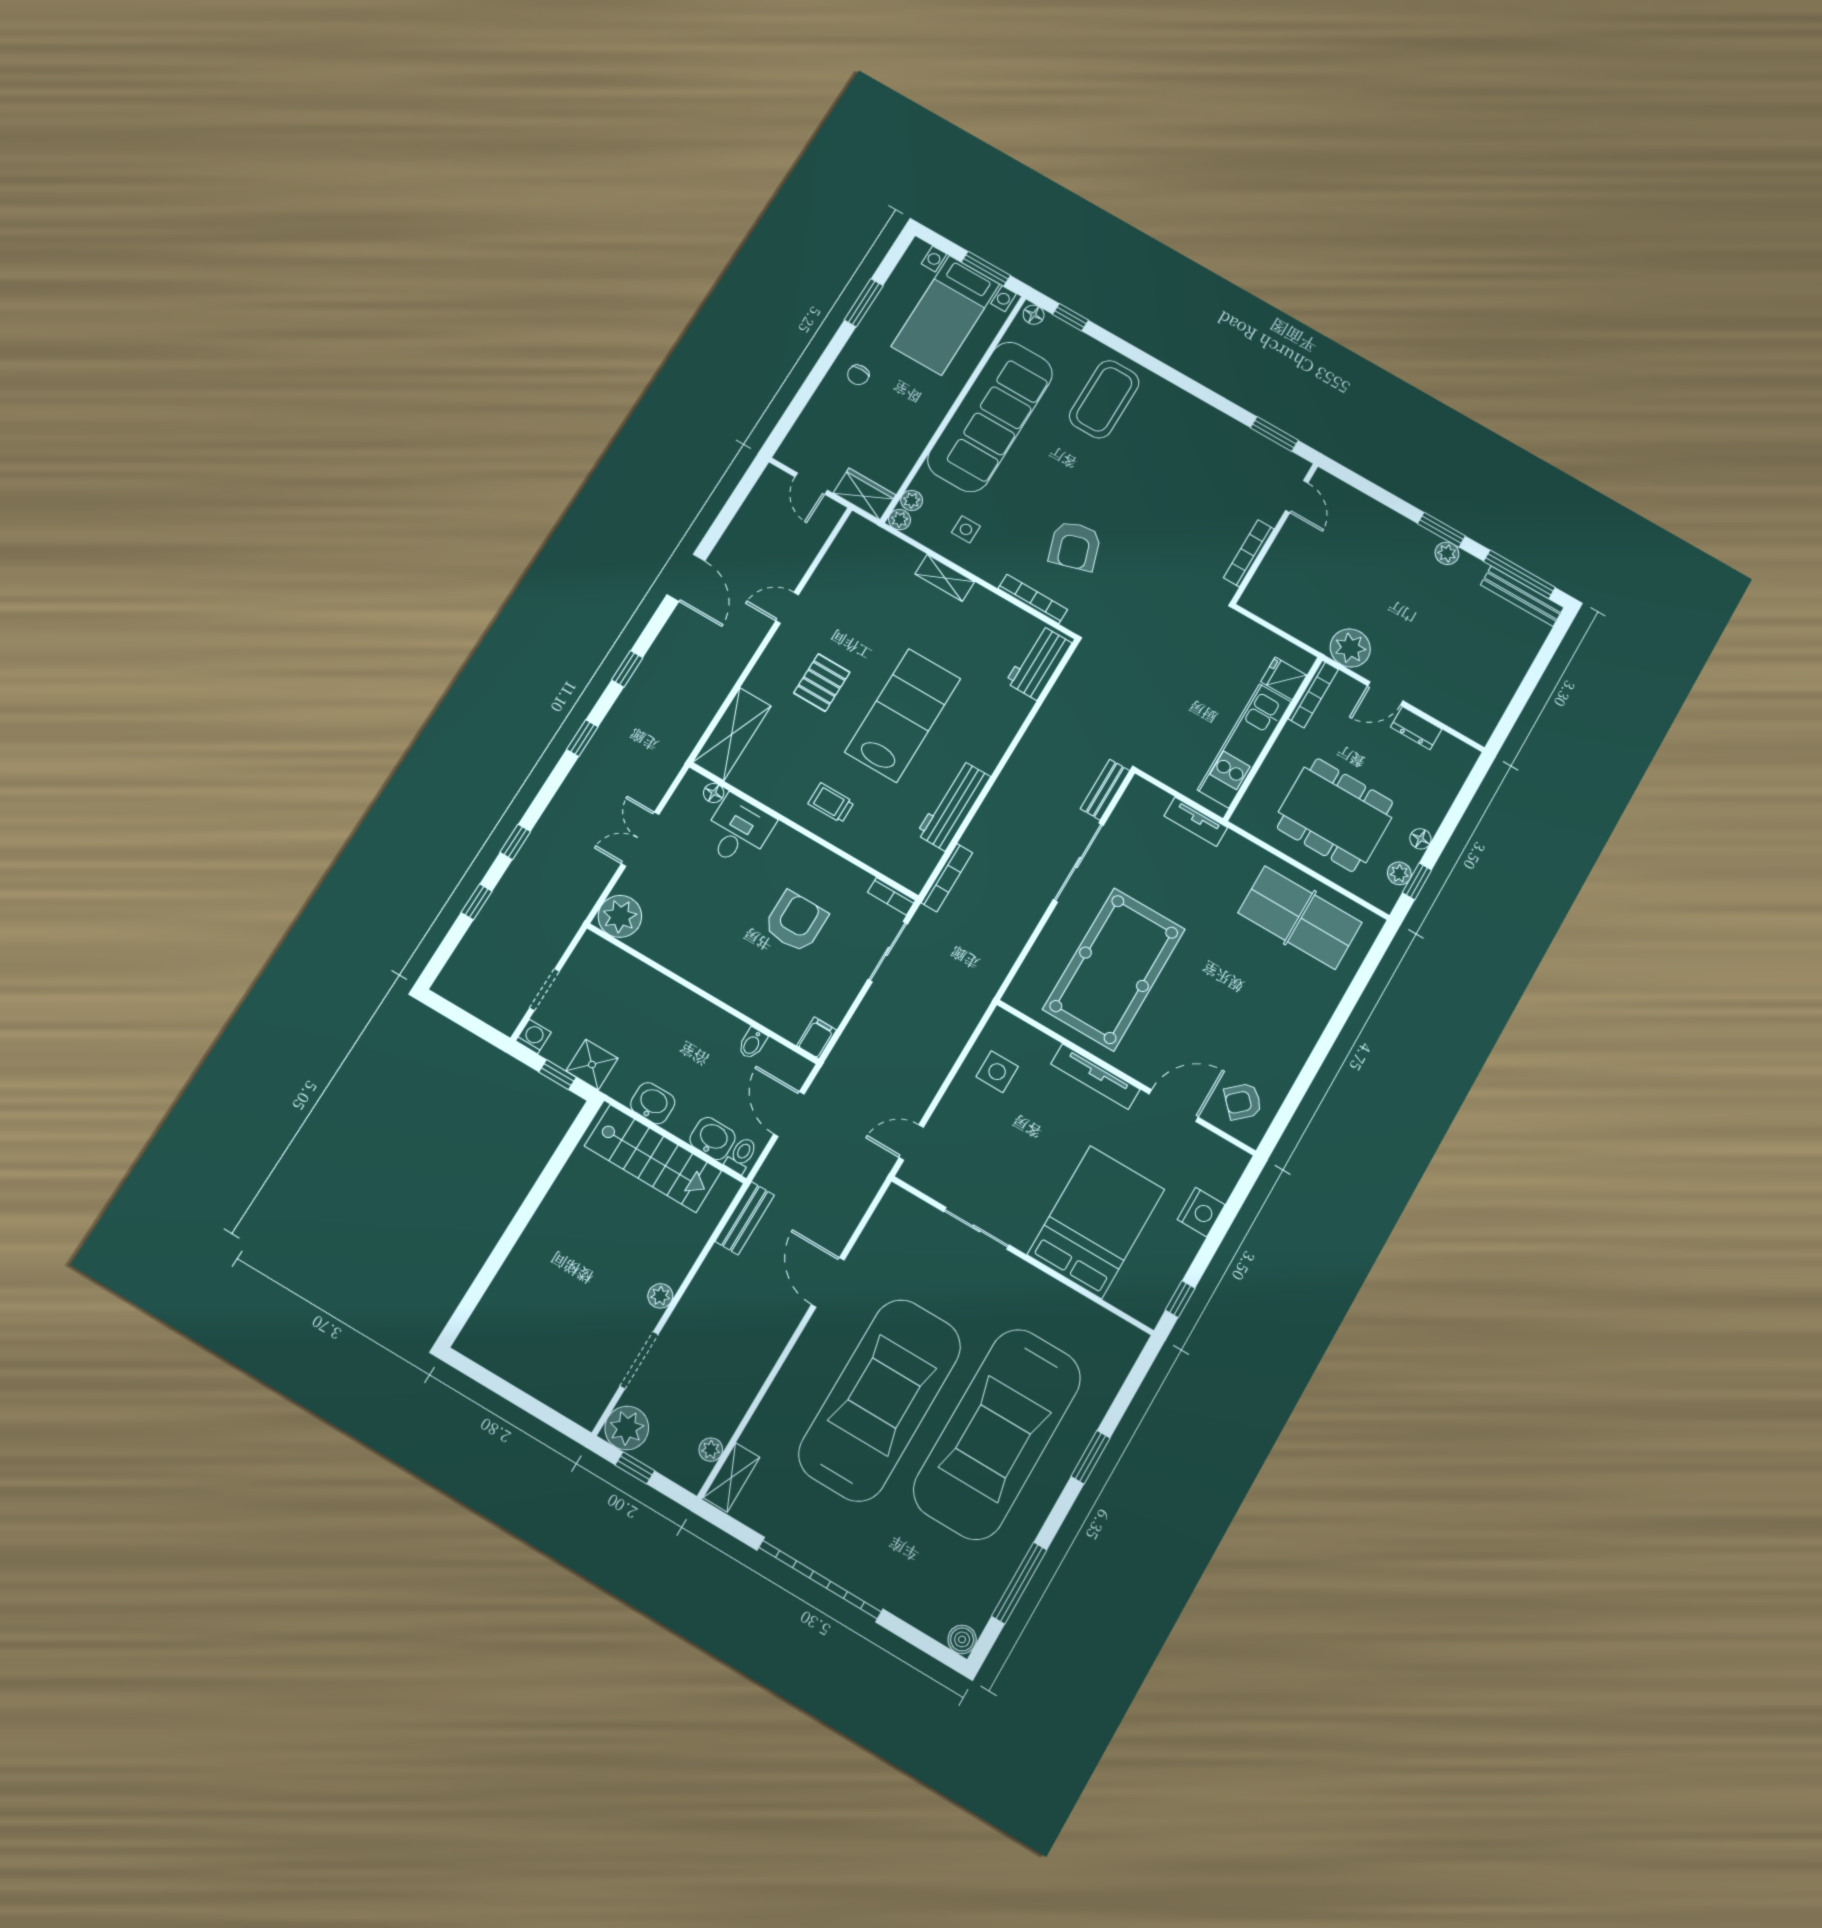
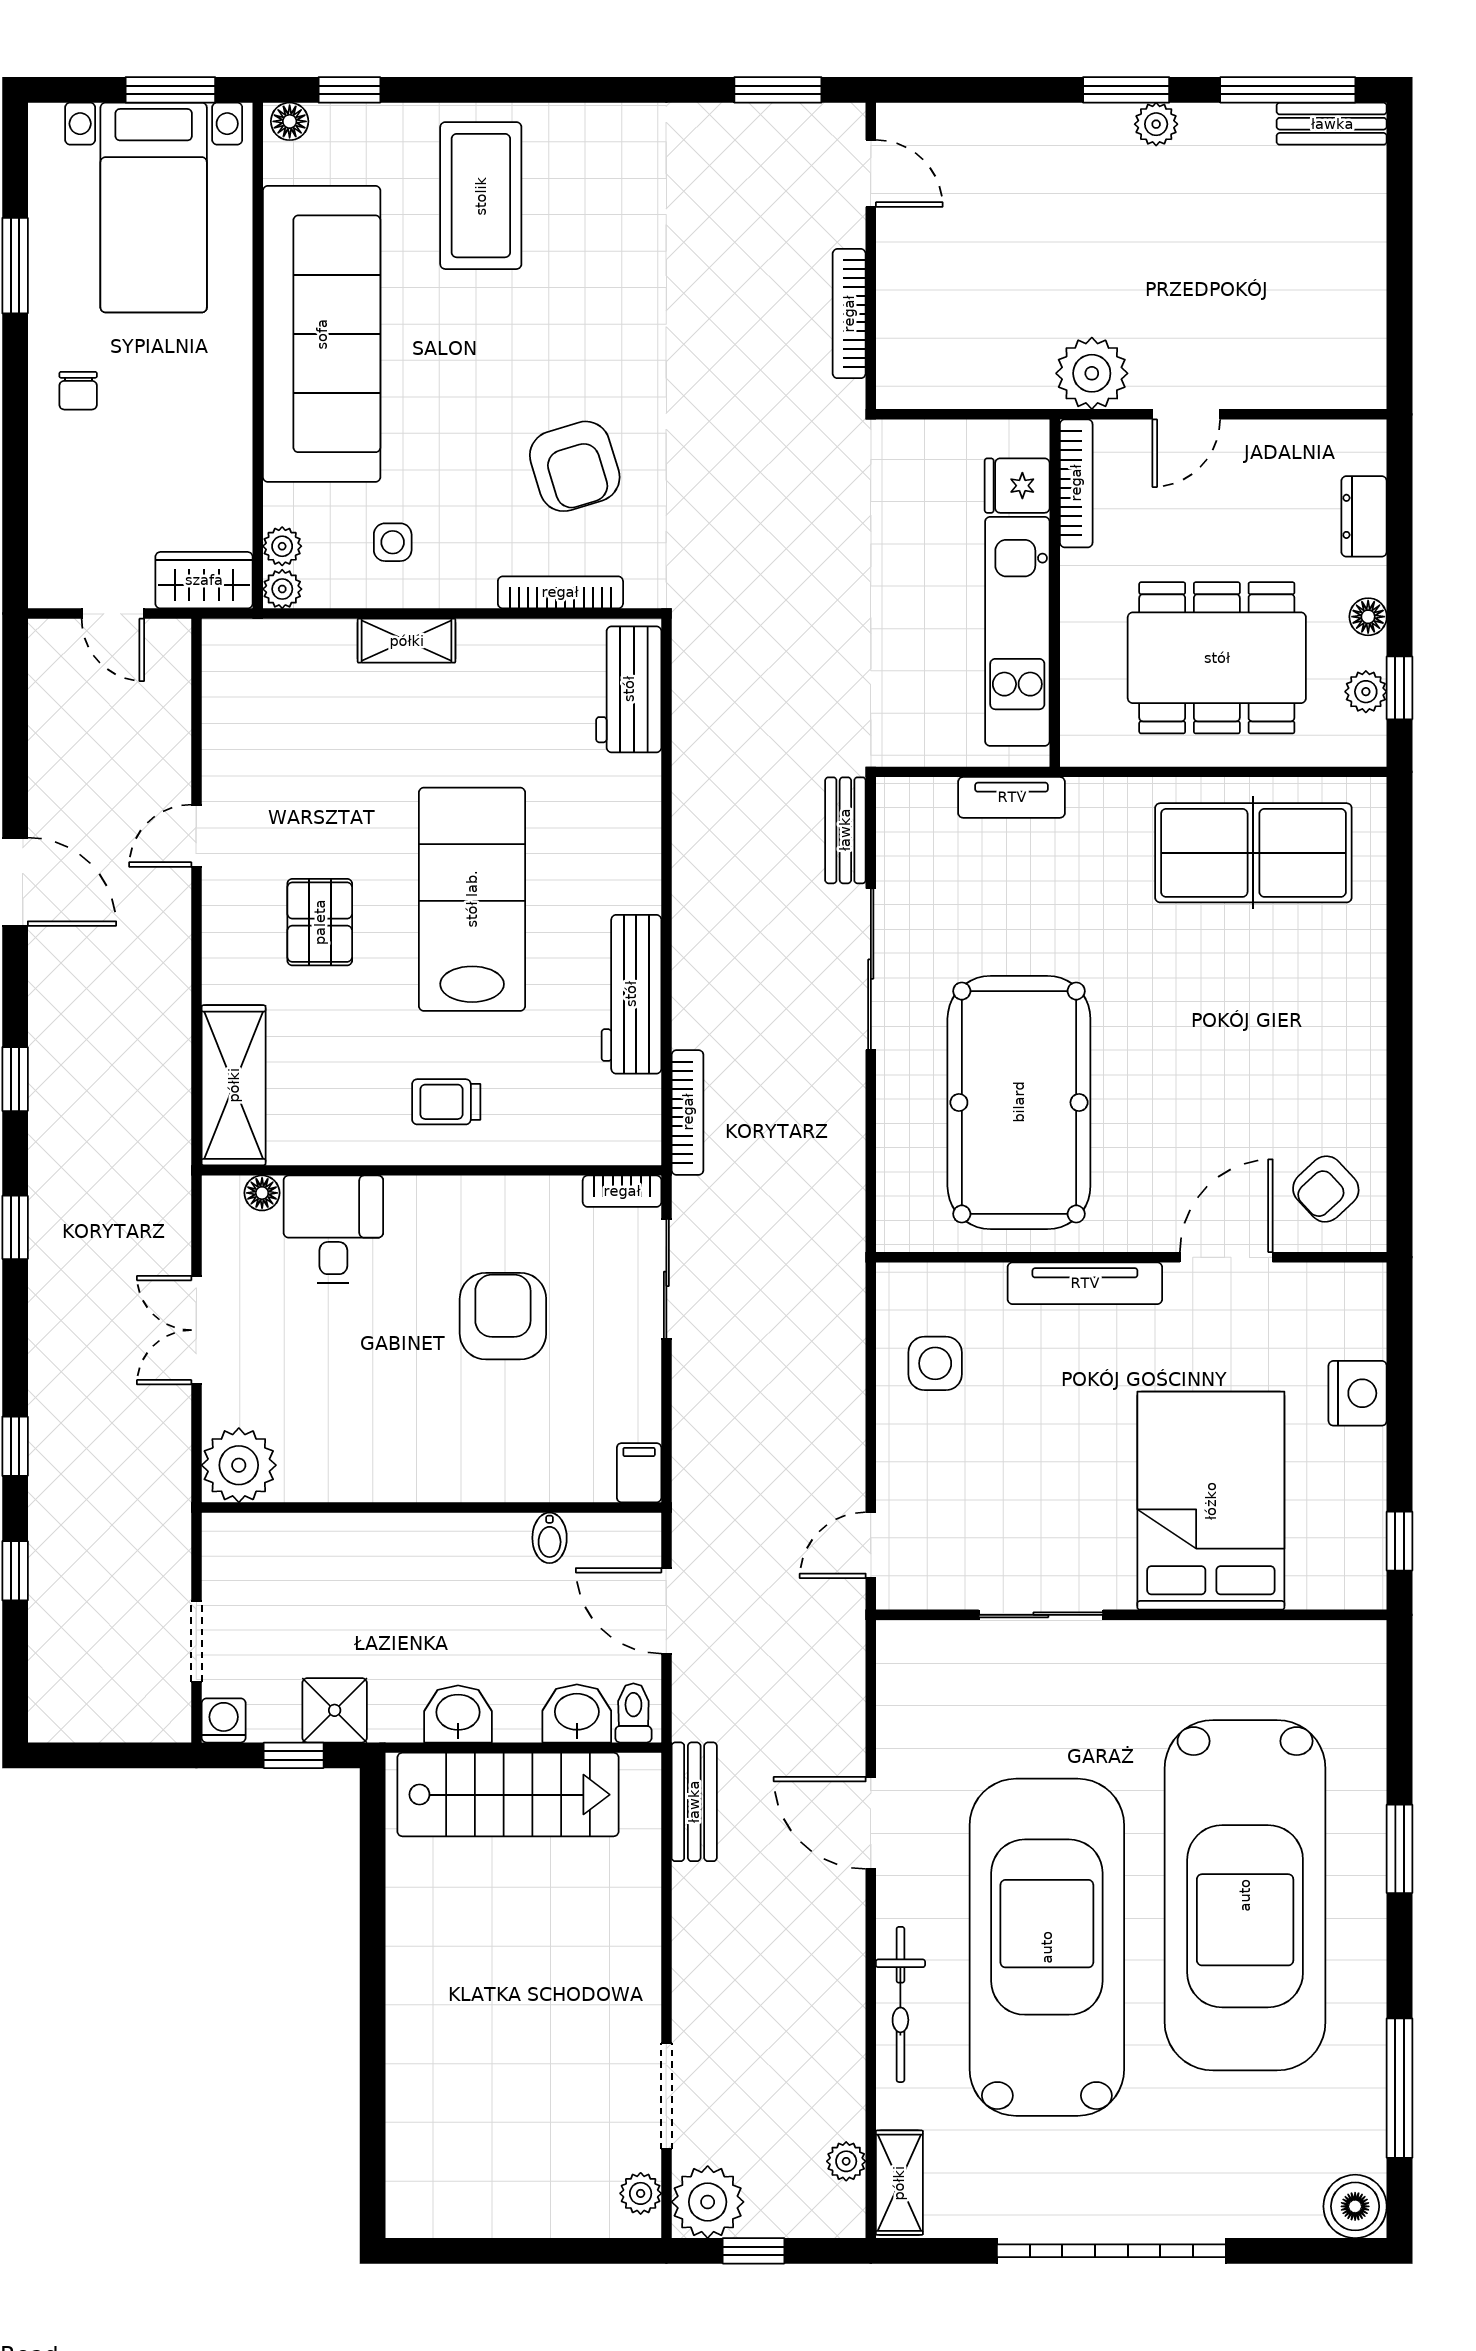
bench: (1522, 596) -> (1332, 124), width x0.73
dresser: (1416, 728) -> (1364, 516), moved, turned 90
plant: (660, 1296) -> (641, 2193), moved
bicycle: (787, 1385) -> (900, 2004), added
boiler: (962, 1639) -> (1355, 2206), width x1.36, depth x1.36

